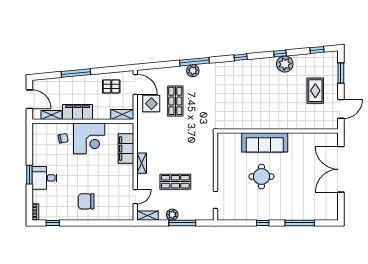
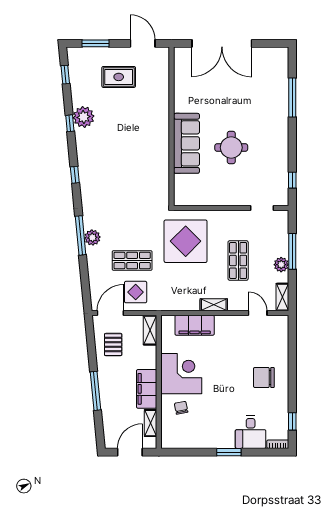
display table: (190, 142) -> (186, 241), added
desk: (44, 178) -> (251, 432), moved
chair: (86, 201) -> (264, 377), turned 90
window: (263, 223) -> (292, 180), moved

